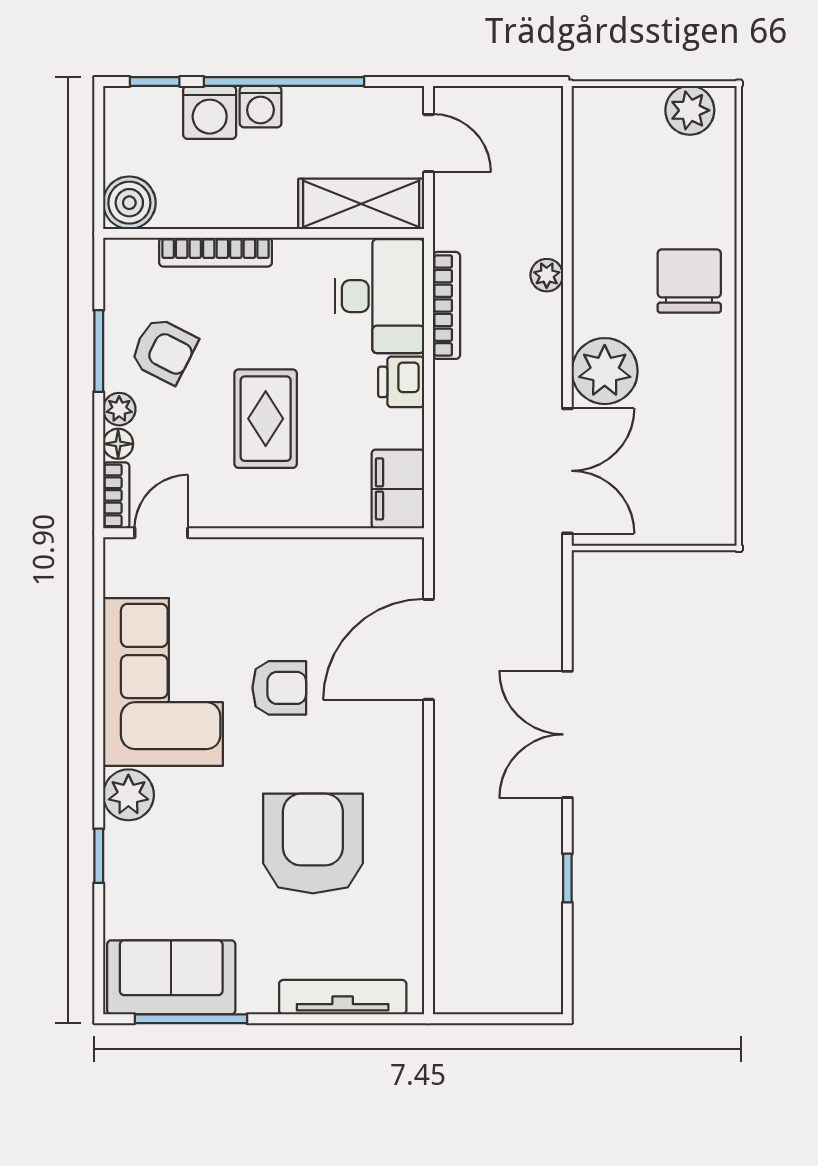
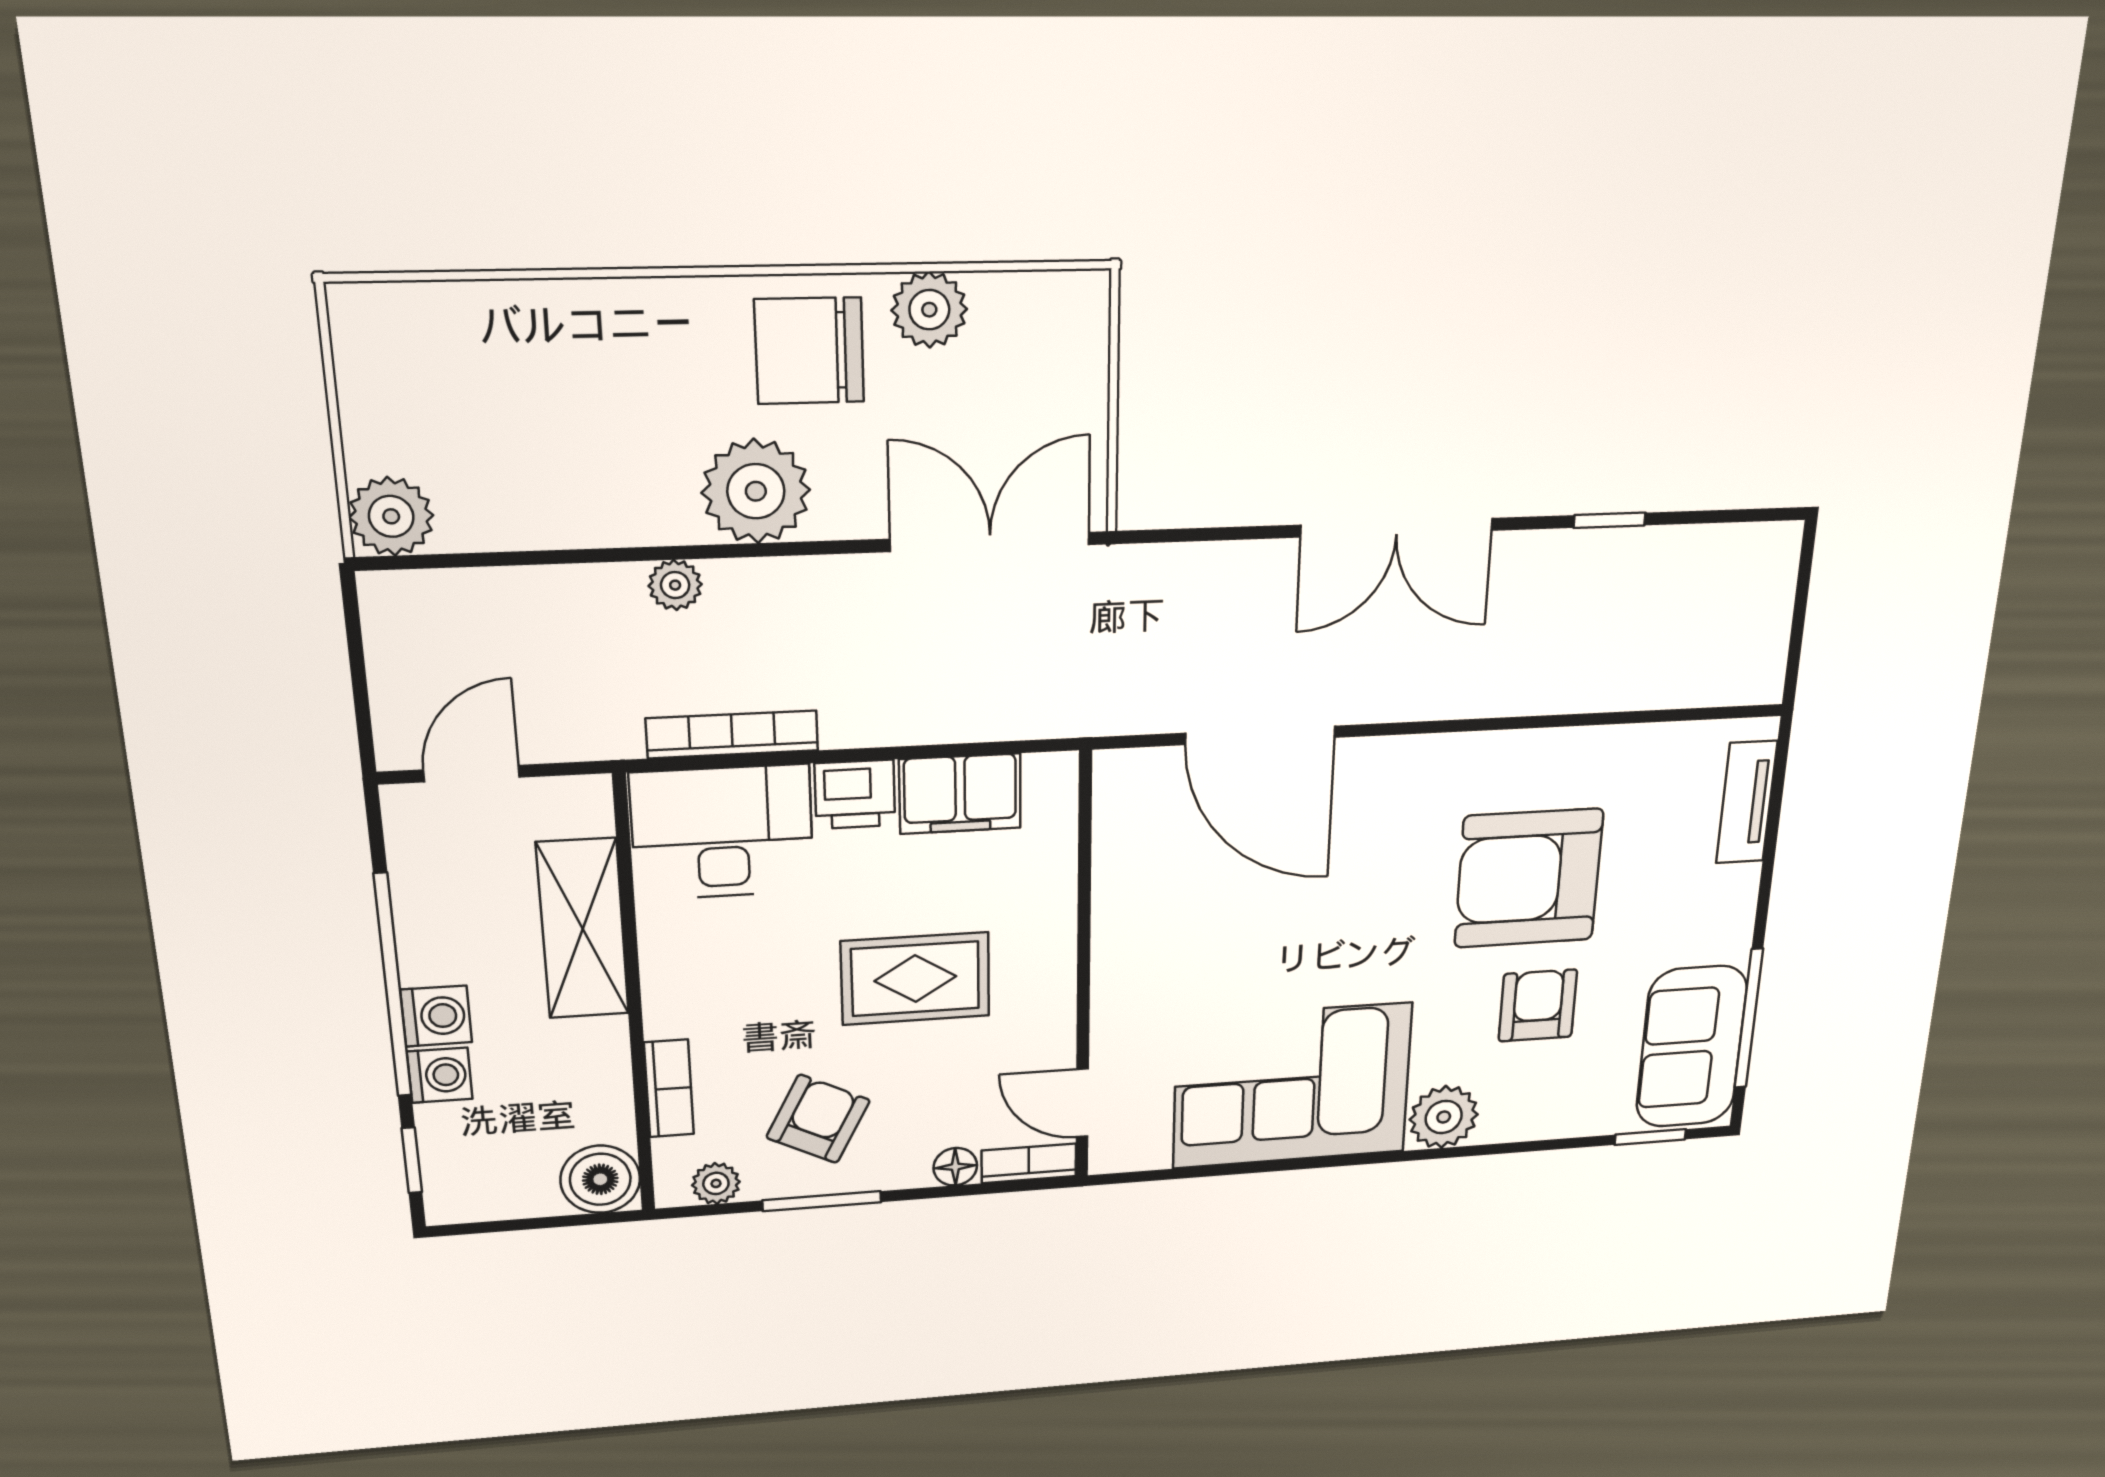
plant: (690, 110) -> (391, 516), moved
washing machine: (210, 112) -> (440, 1075), width x0.73, depth x0.73
shelving: (361, 204) -> (583, 929), moved
bookcase: (216, 252) -> (669, 1089), width x0.64
chair: (689, 281) -> (809, 351), moved
plant: (605, 371) -> (756, 491), moved
plant: (119, 409) -> (716, 1183), moved
plant: (714, 435) -> (929, 310), added
filing cabinet: (398, 489) -> (960, 794), moved
armchair: (279, 688) -> (1538, 1005), moved
window: (99, 856) -> (1650, 1137), moved
tv unit: (343, 997) -> (1747, 802), width x0.71

